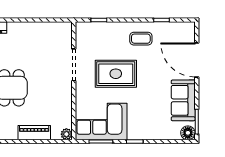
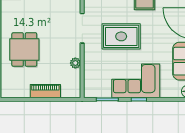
corner sofa: (101, 121) -> (136, 81), moved
plant: (66, 134) -> (75, 63), moved

